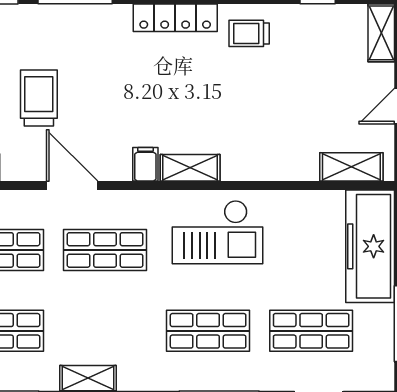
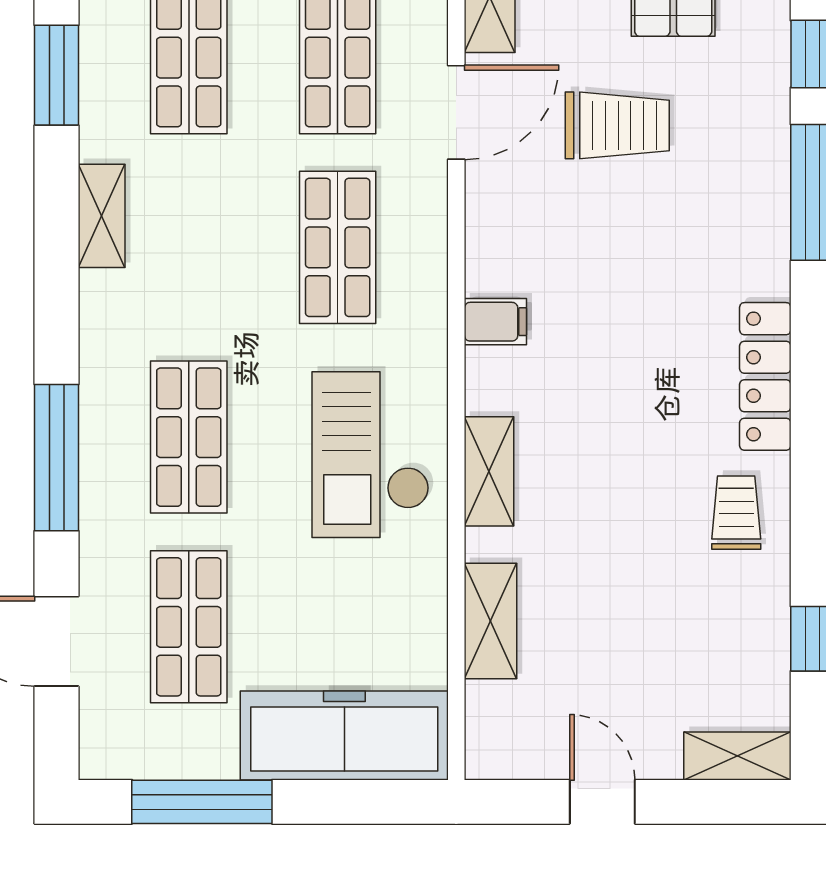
shelving: (351, 167) -> (490, 621), moved
shelving: (190, 168) -> (489, 471), moved
door: (72, 185) -> (456, 112), moved

